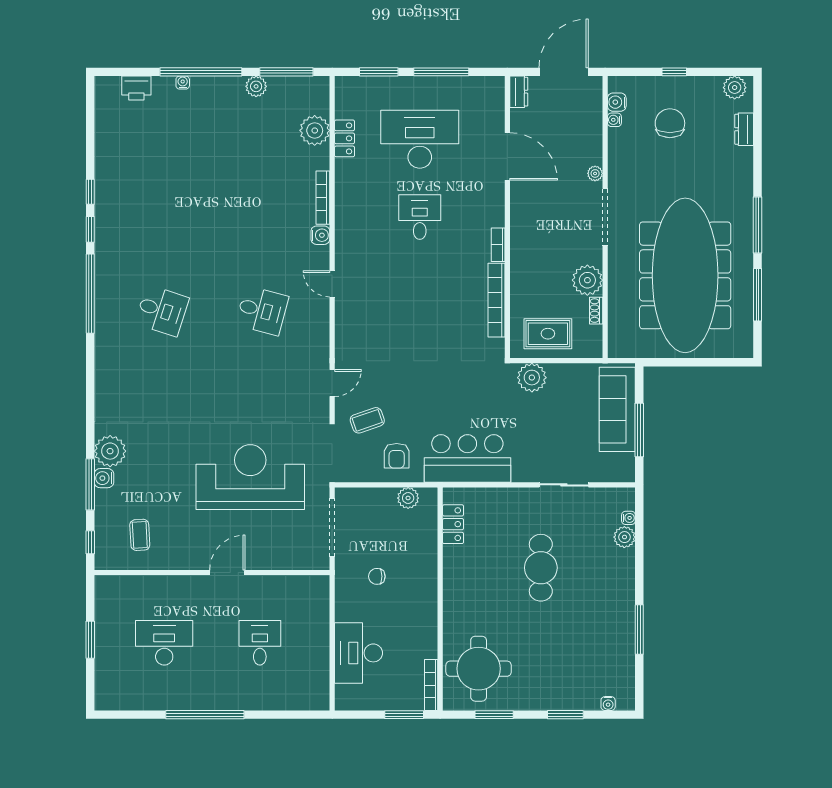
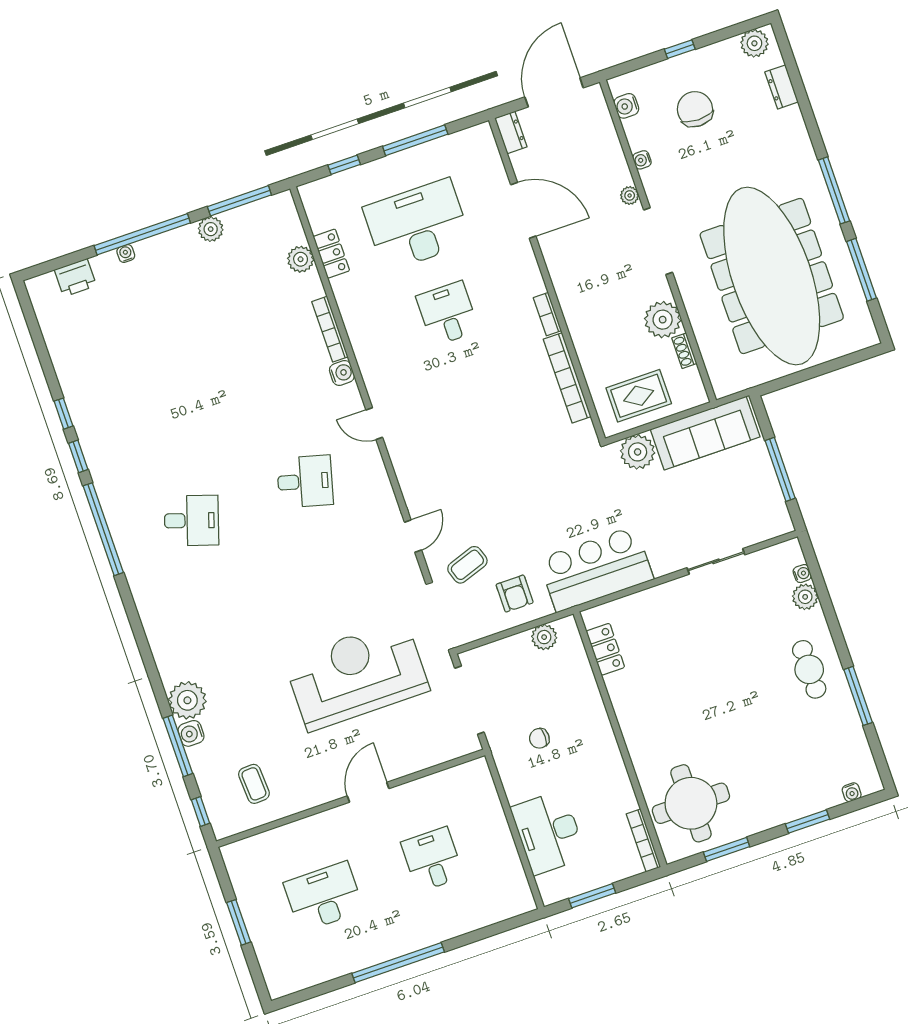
window: (379, 72) -> (344, 165), width x0.67
water cooler: (614, 120) -> (642, 160), moved
plant: (315, 130) -> (301, 259), width x0.73, depth x0.73
sofa: (617, 409) -> (705, 433), moved, turned -90
cafe table: (541, 568) -> (809, 669), moved, width x0.73, depth x0.74
window: (404, 715) -> (592, 896), moved

